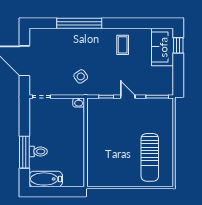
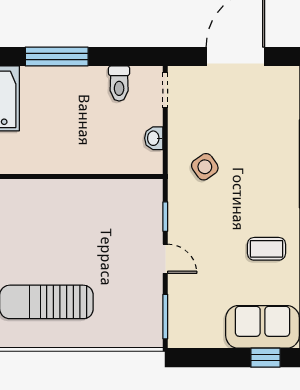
door: (128, 97) -> (165, 259), hinge flipped
washbasin: (79, 103) -> (154, 138), moved
toilet: (38, 151) -> (119, 83), moved

